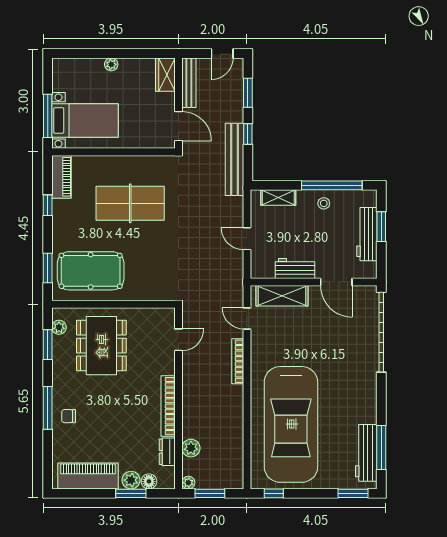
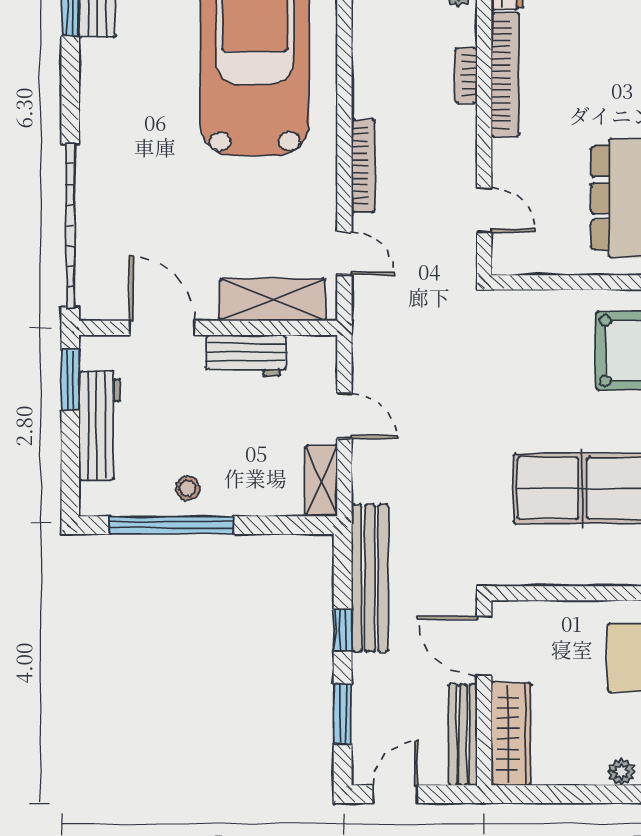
wardrobe: (165, 75) -> (511, 734), width x1.50
shelving: (278, 197) -> (321, 481), moved, turned 90
window: (381, 227) -> (70, 380), moved
door: (178, 340) -> (484, 210), swing flipped
bookcase: (187, 406) -> (466, 75), added

